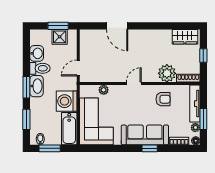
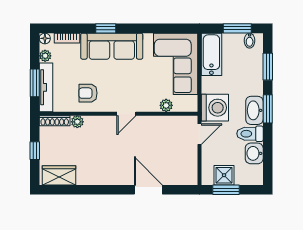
plant: (167, 73) -> (77, 122), width x0.53, depth x0.53
washing machine: (67, 101) -> (215, 108), moved
window: (203, 119) -> (35, 83), moved

